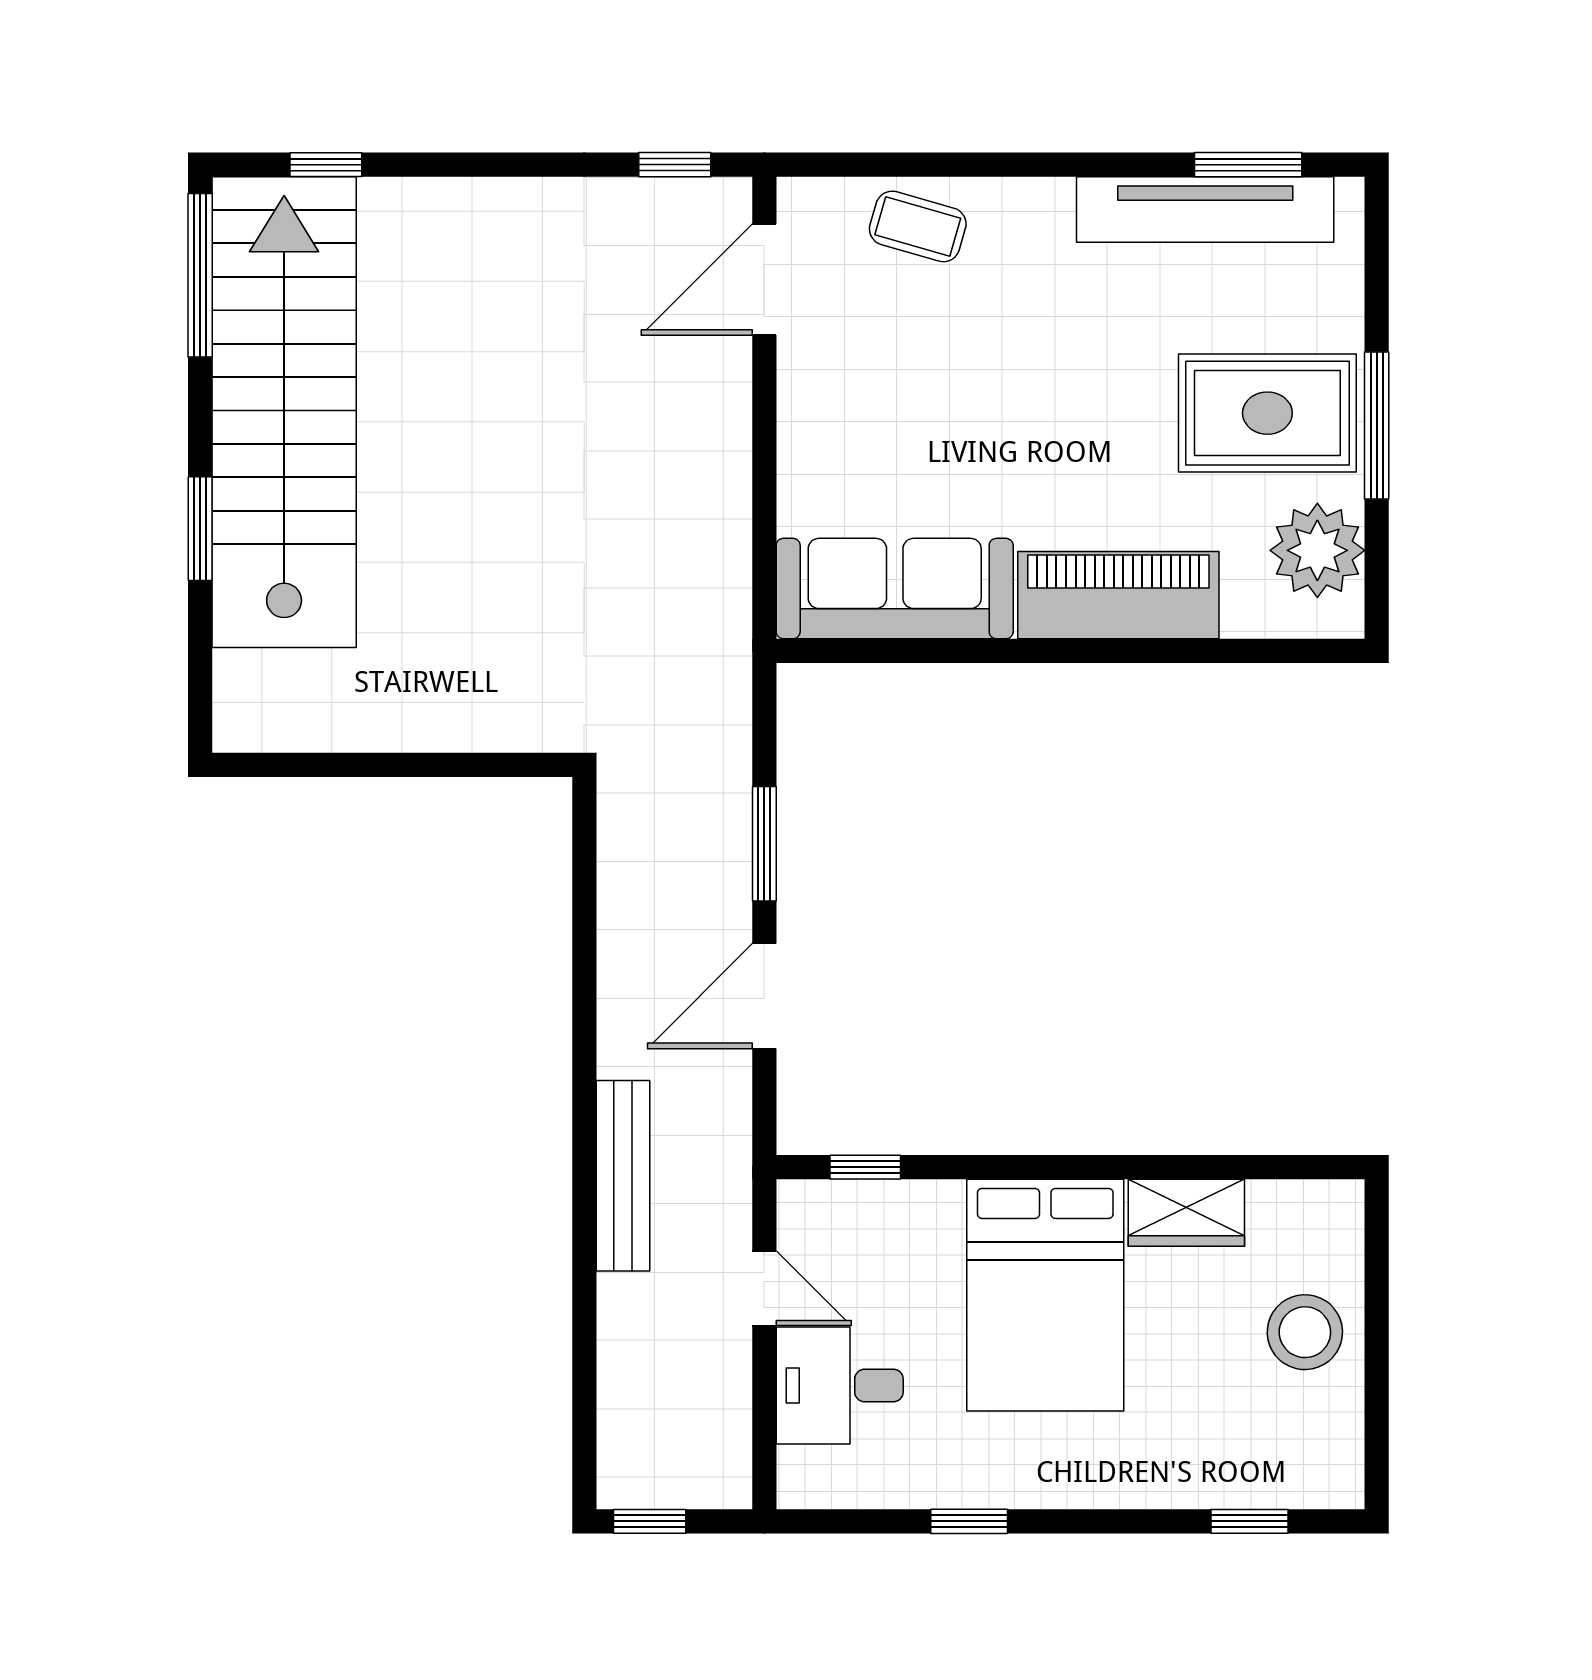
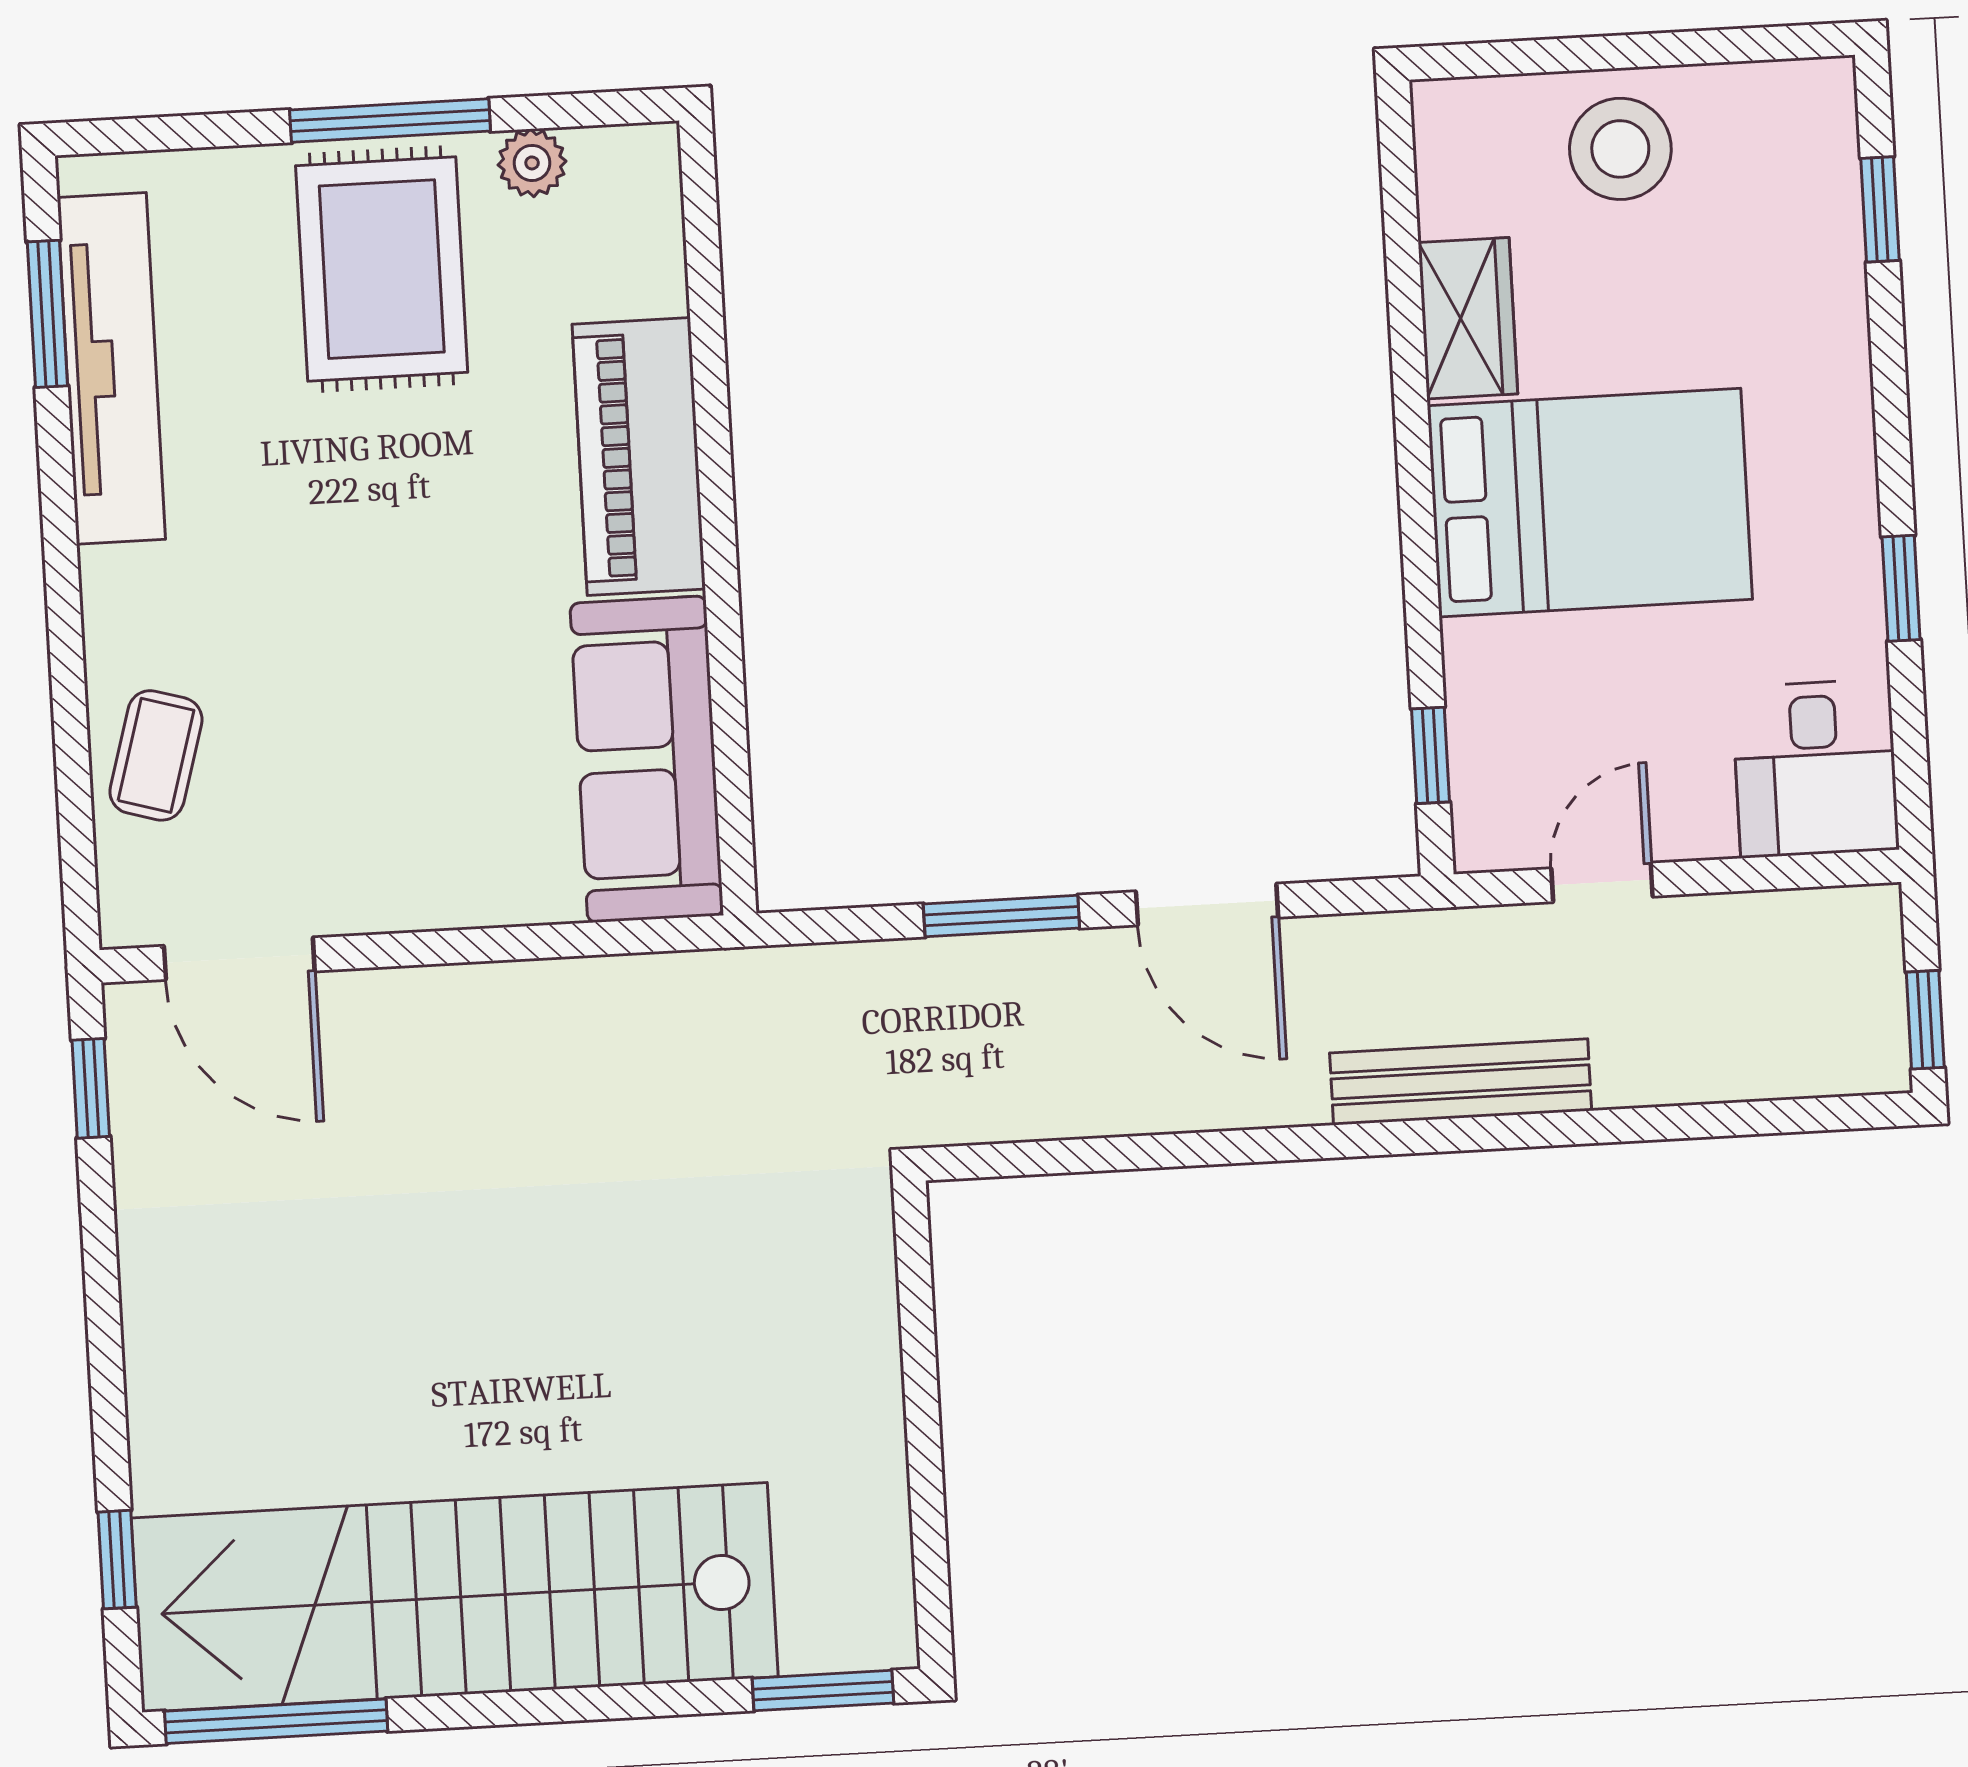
window: (200, 529) -> (823, 1691), moved
plant: (1317, 550) -> (532, 163), width x0.53, depth x0.53
desk: (840, 1386) -> (1815, 768), moved

